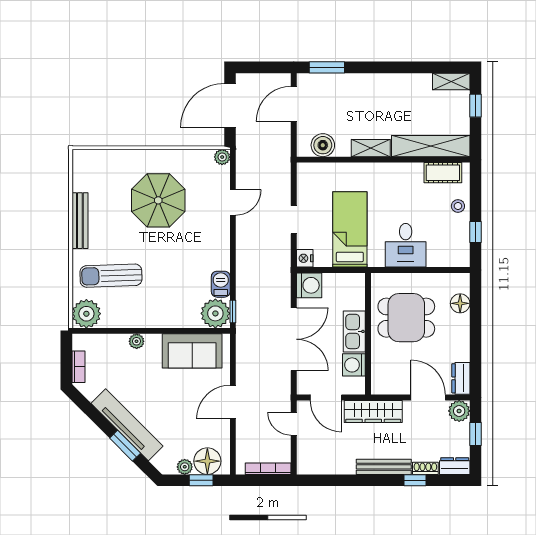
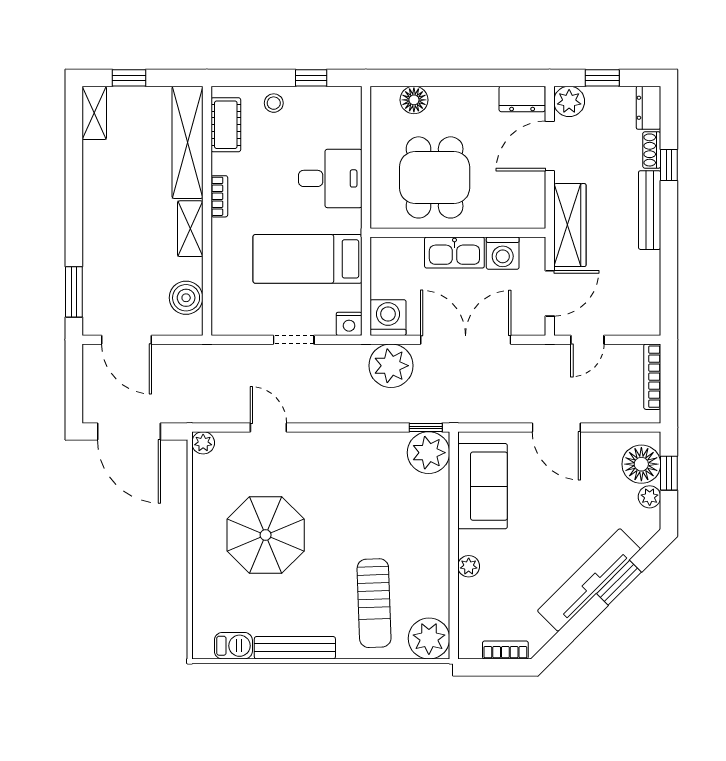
bookcase: (393, 168) -> (219, 196), added
barbecue: (221, 284) -> (233, 646), moved, turned 180
plant: (276, 287) -> (391, 366), added

